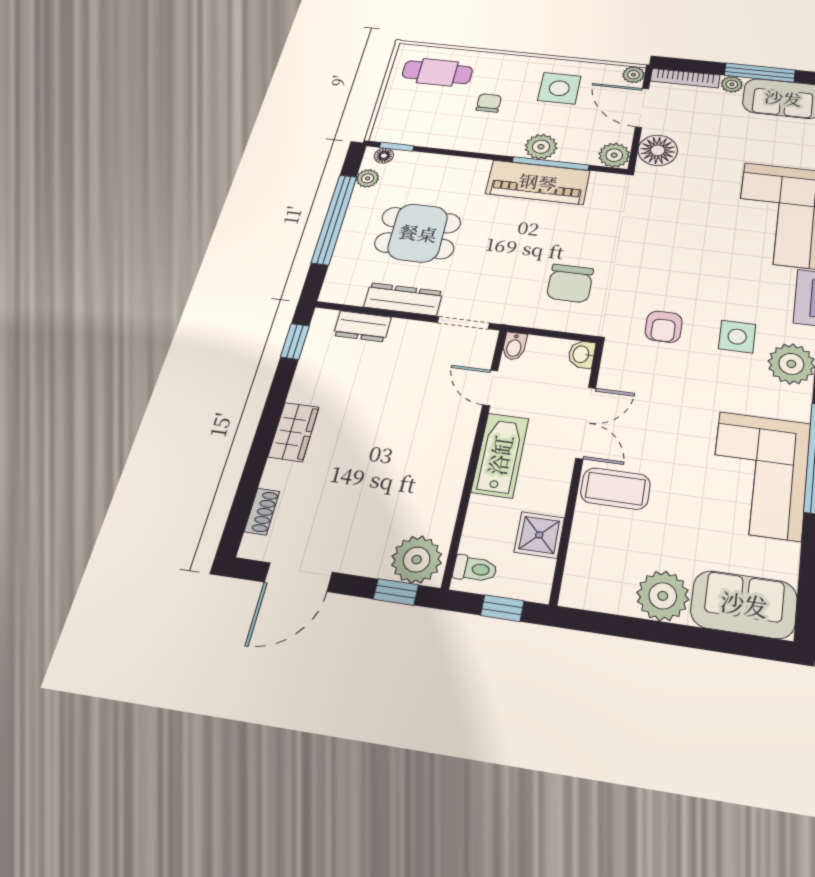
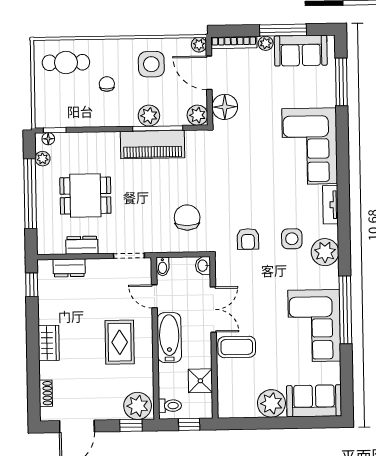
chair: (570, 283) -> (187, 218), turned 180
dresser: (403, 299) -> (82, 245), width x0.70
rug: (413, 449) -> (120, 342), added

